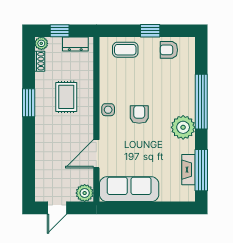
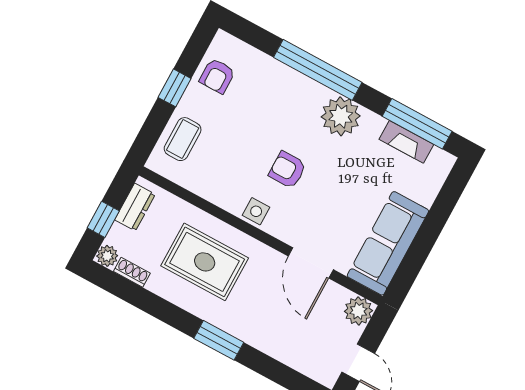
rug: (66, 97) -> (205, 262), width x1.36, depth x1.43
window: (29, 103) -> (219, 340), moved

